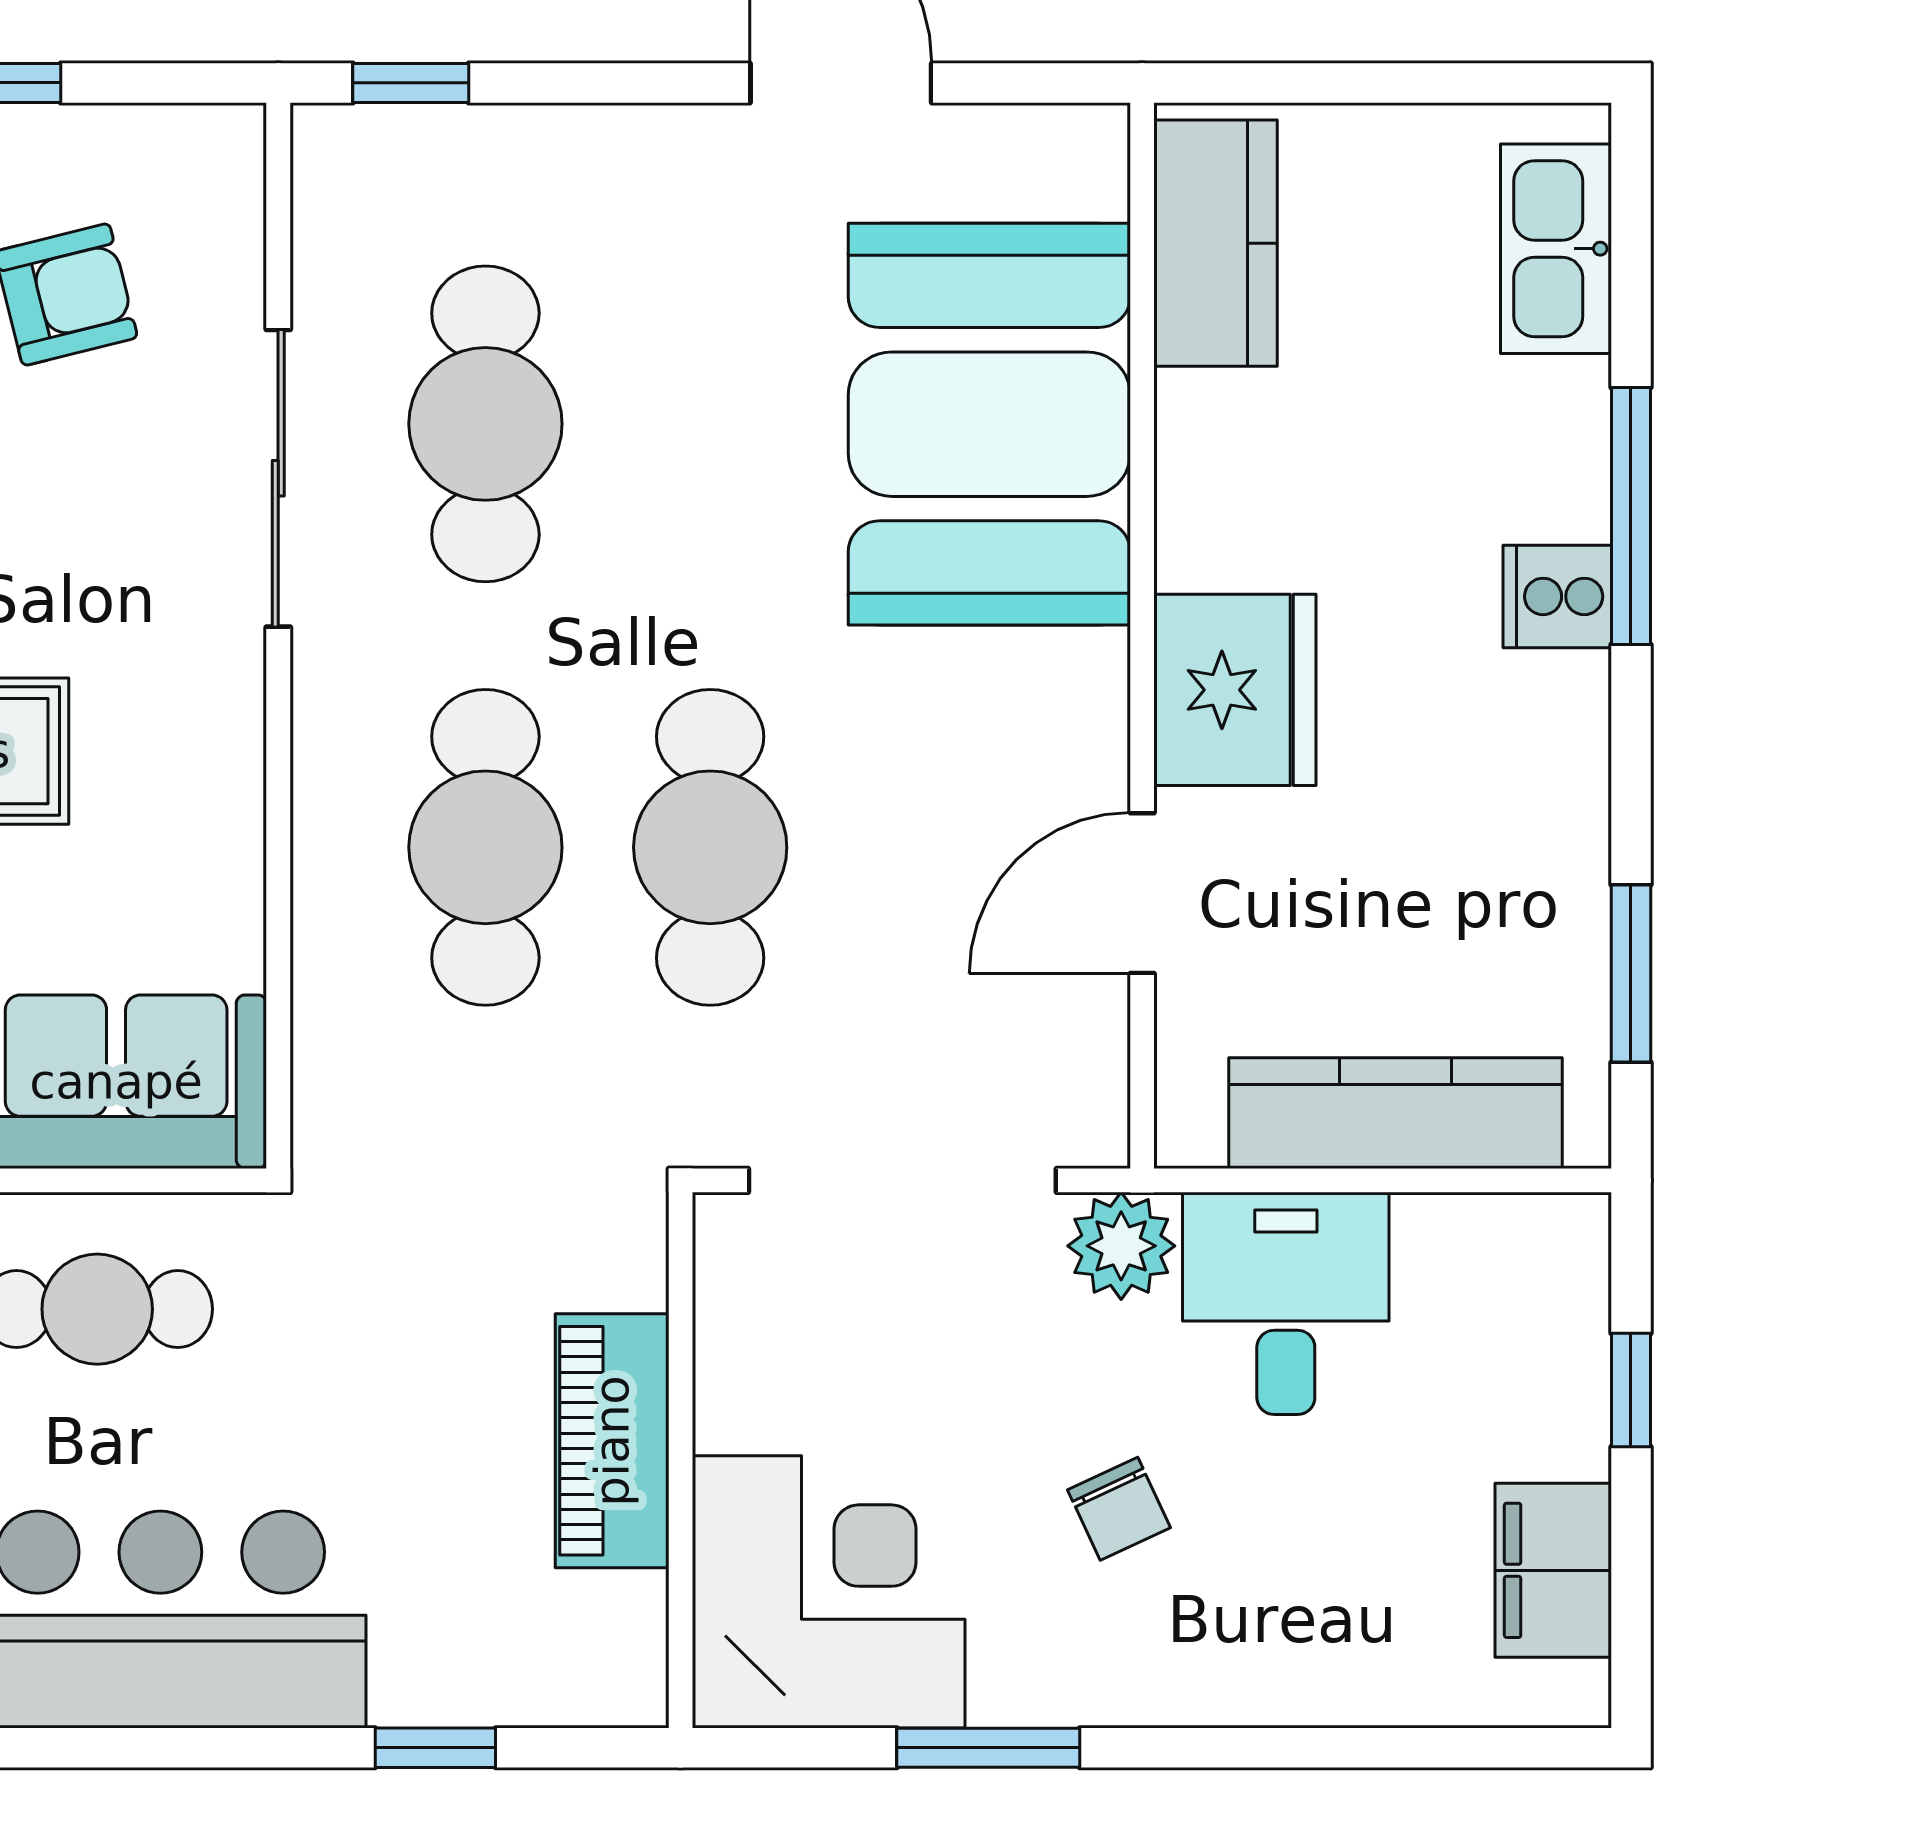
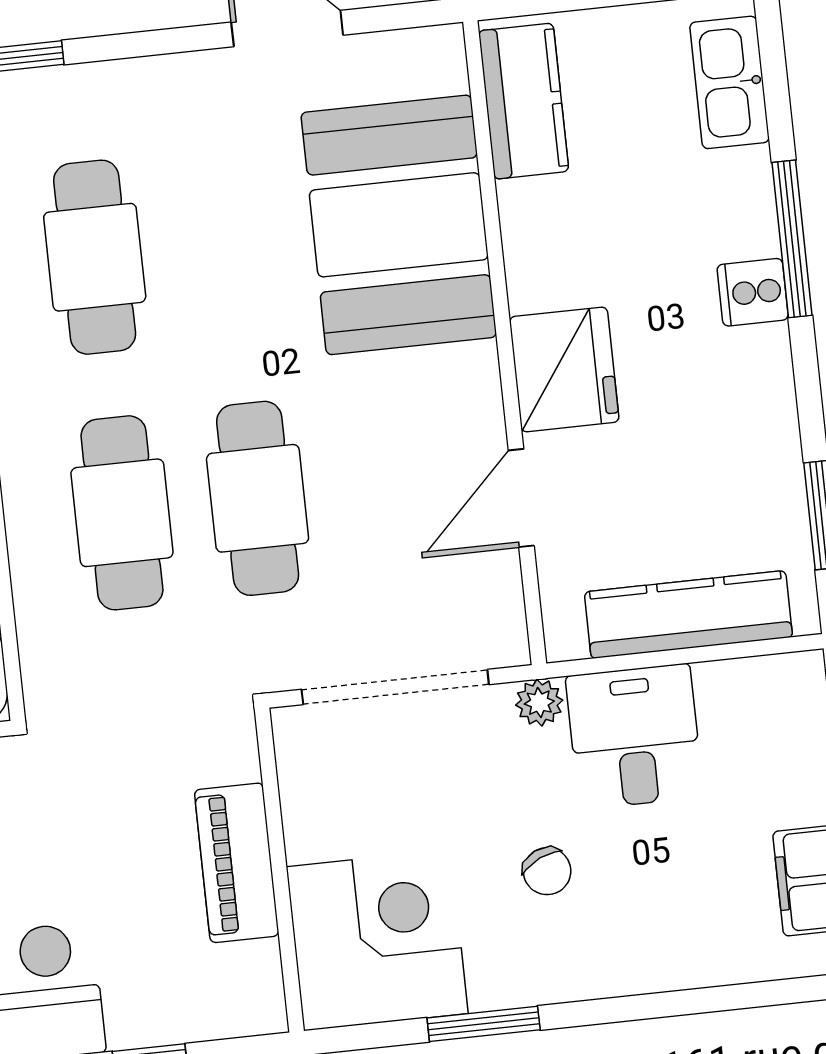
plant: (1121, 1246) -> (539, 703), width x0.73, depth x0.73

